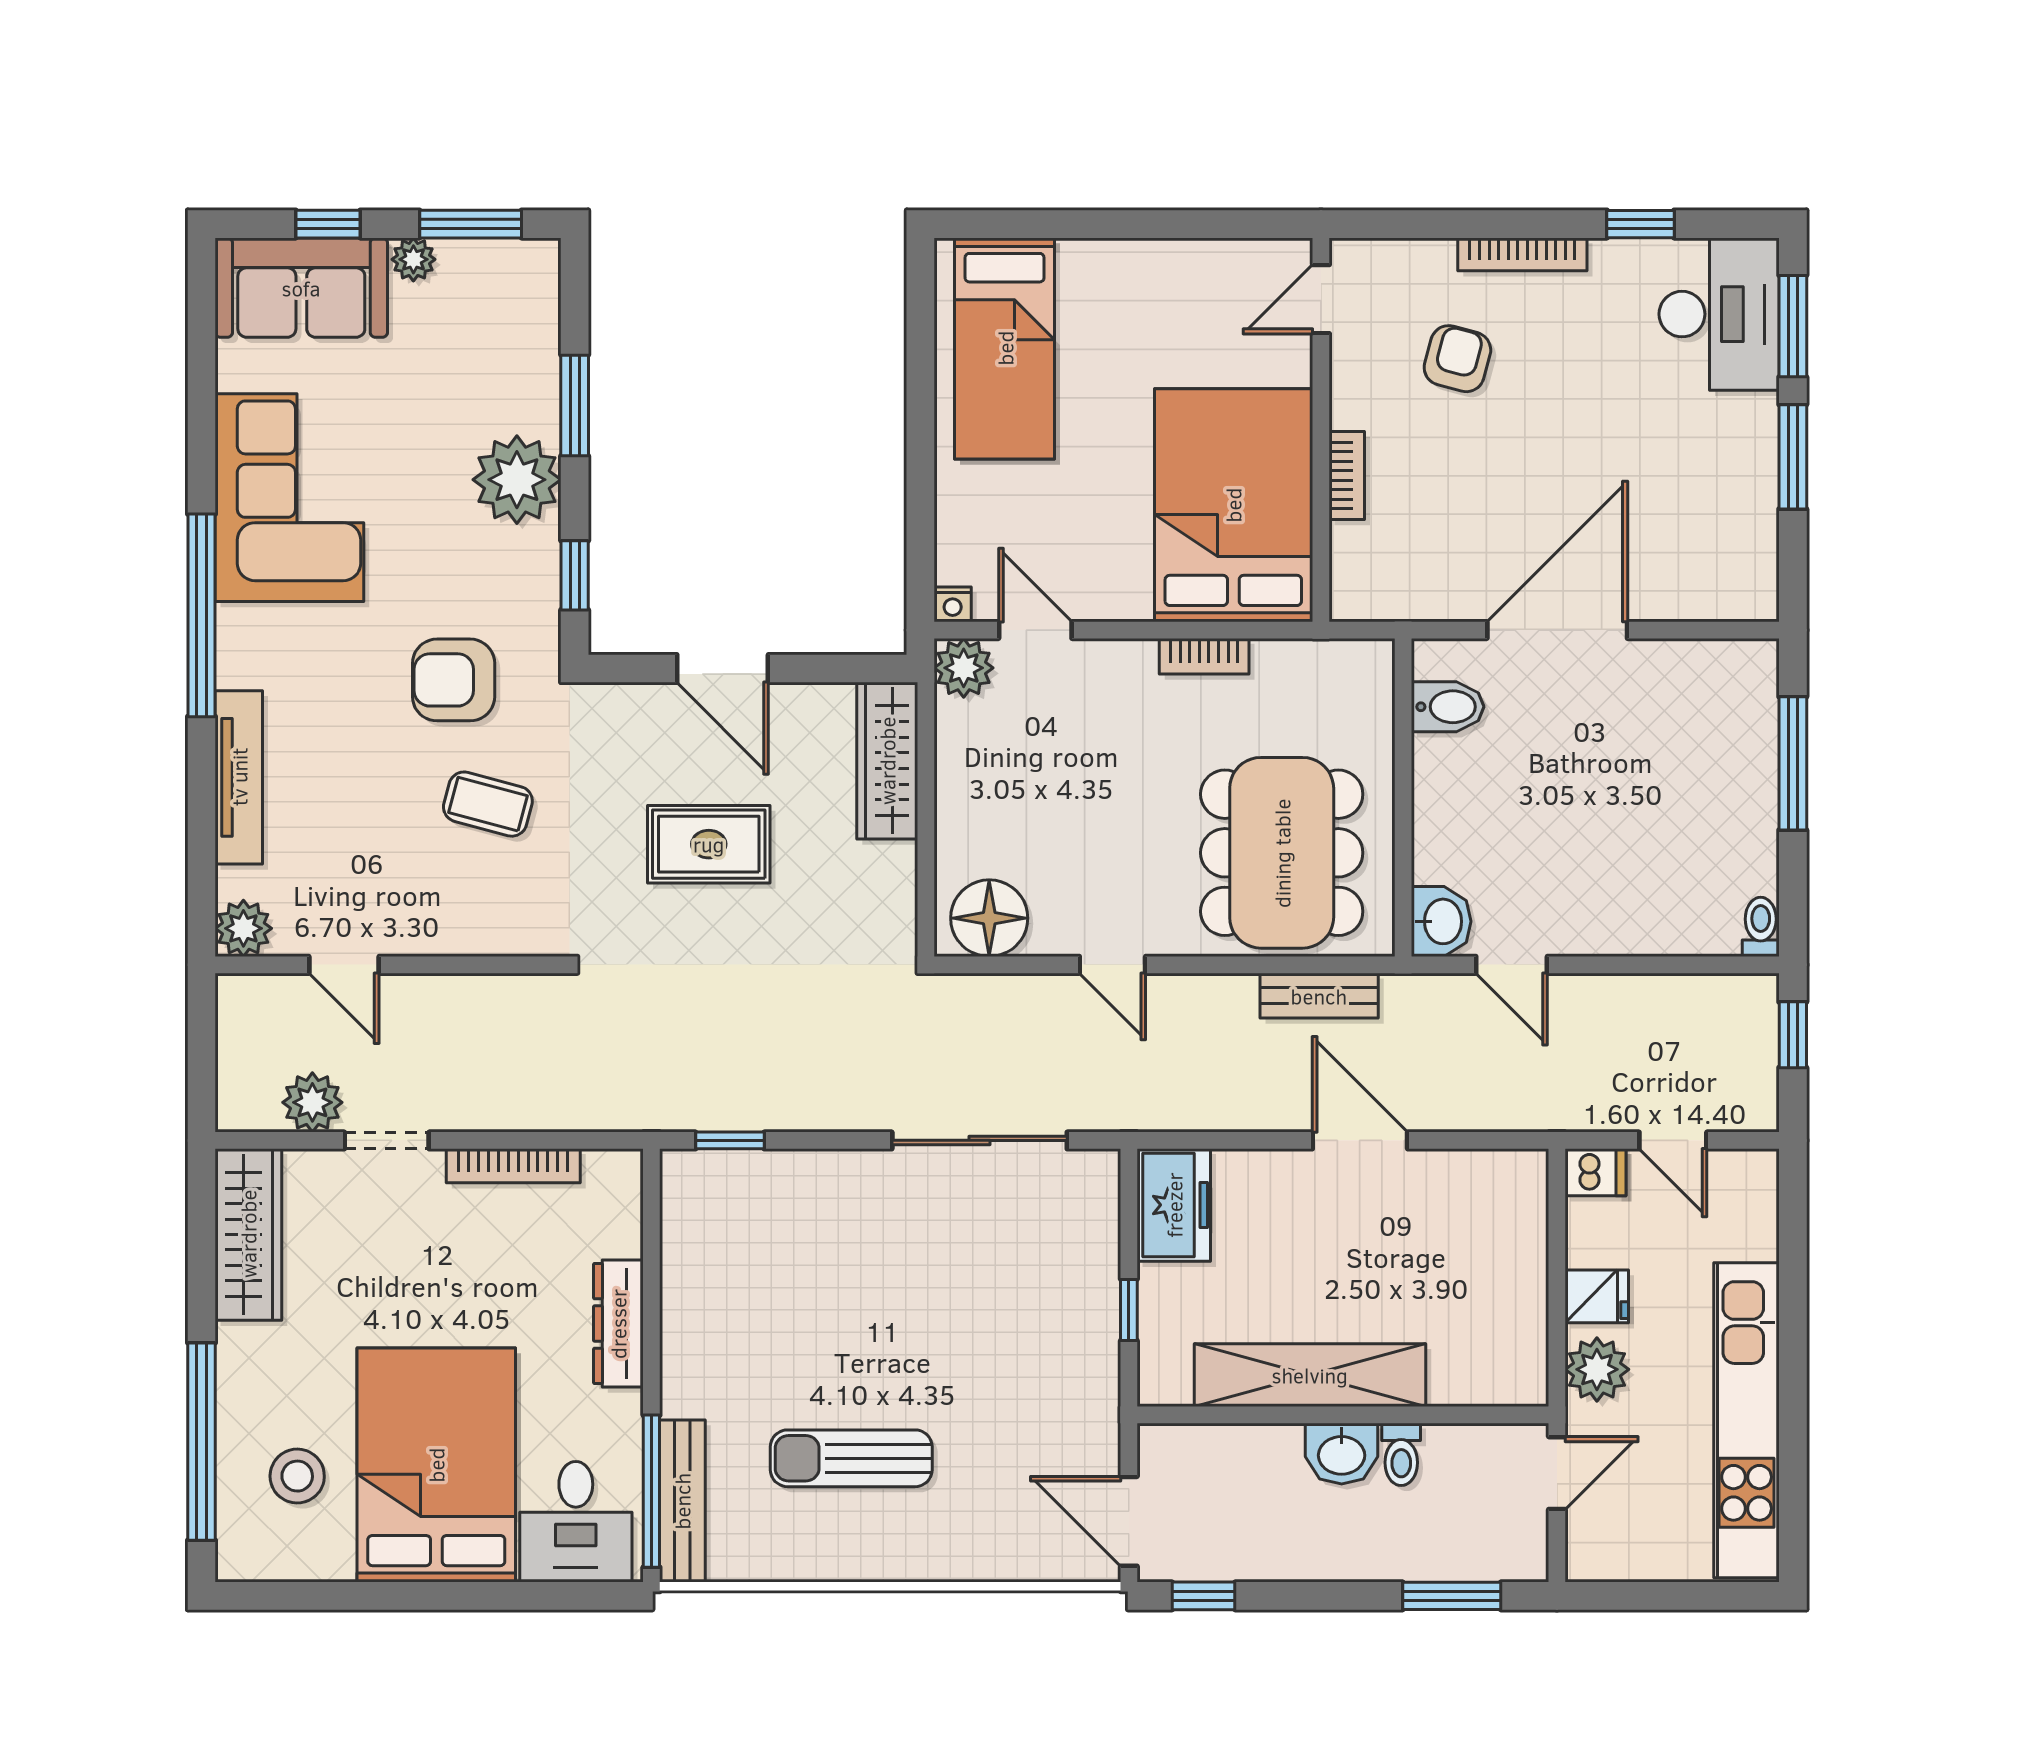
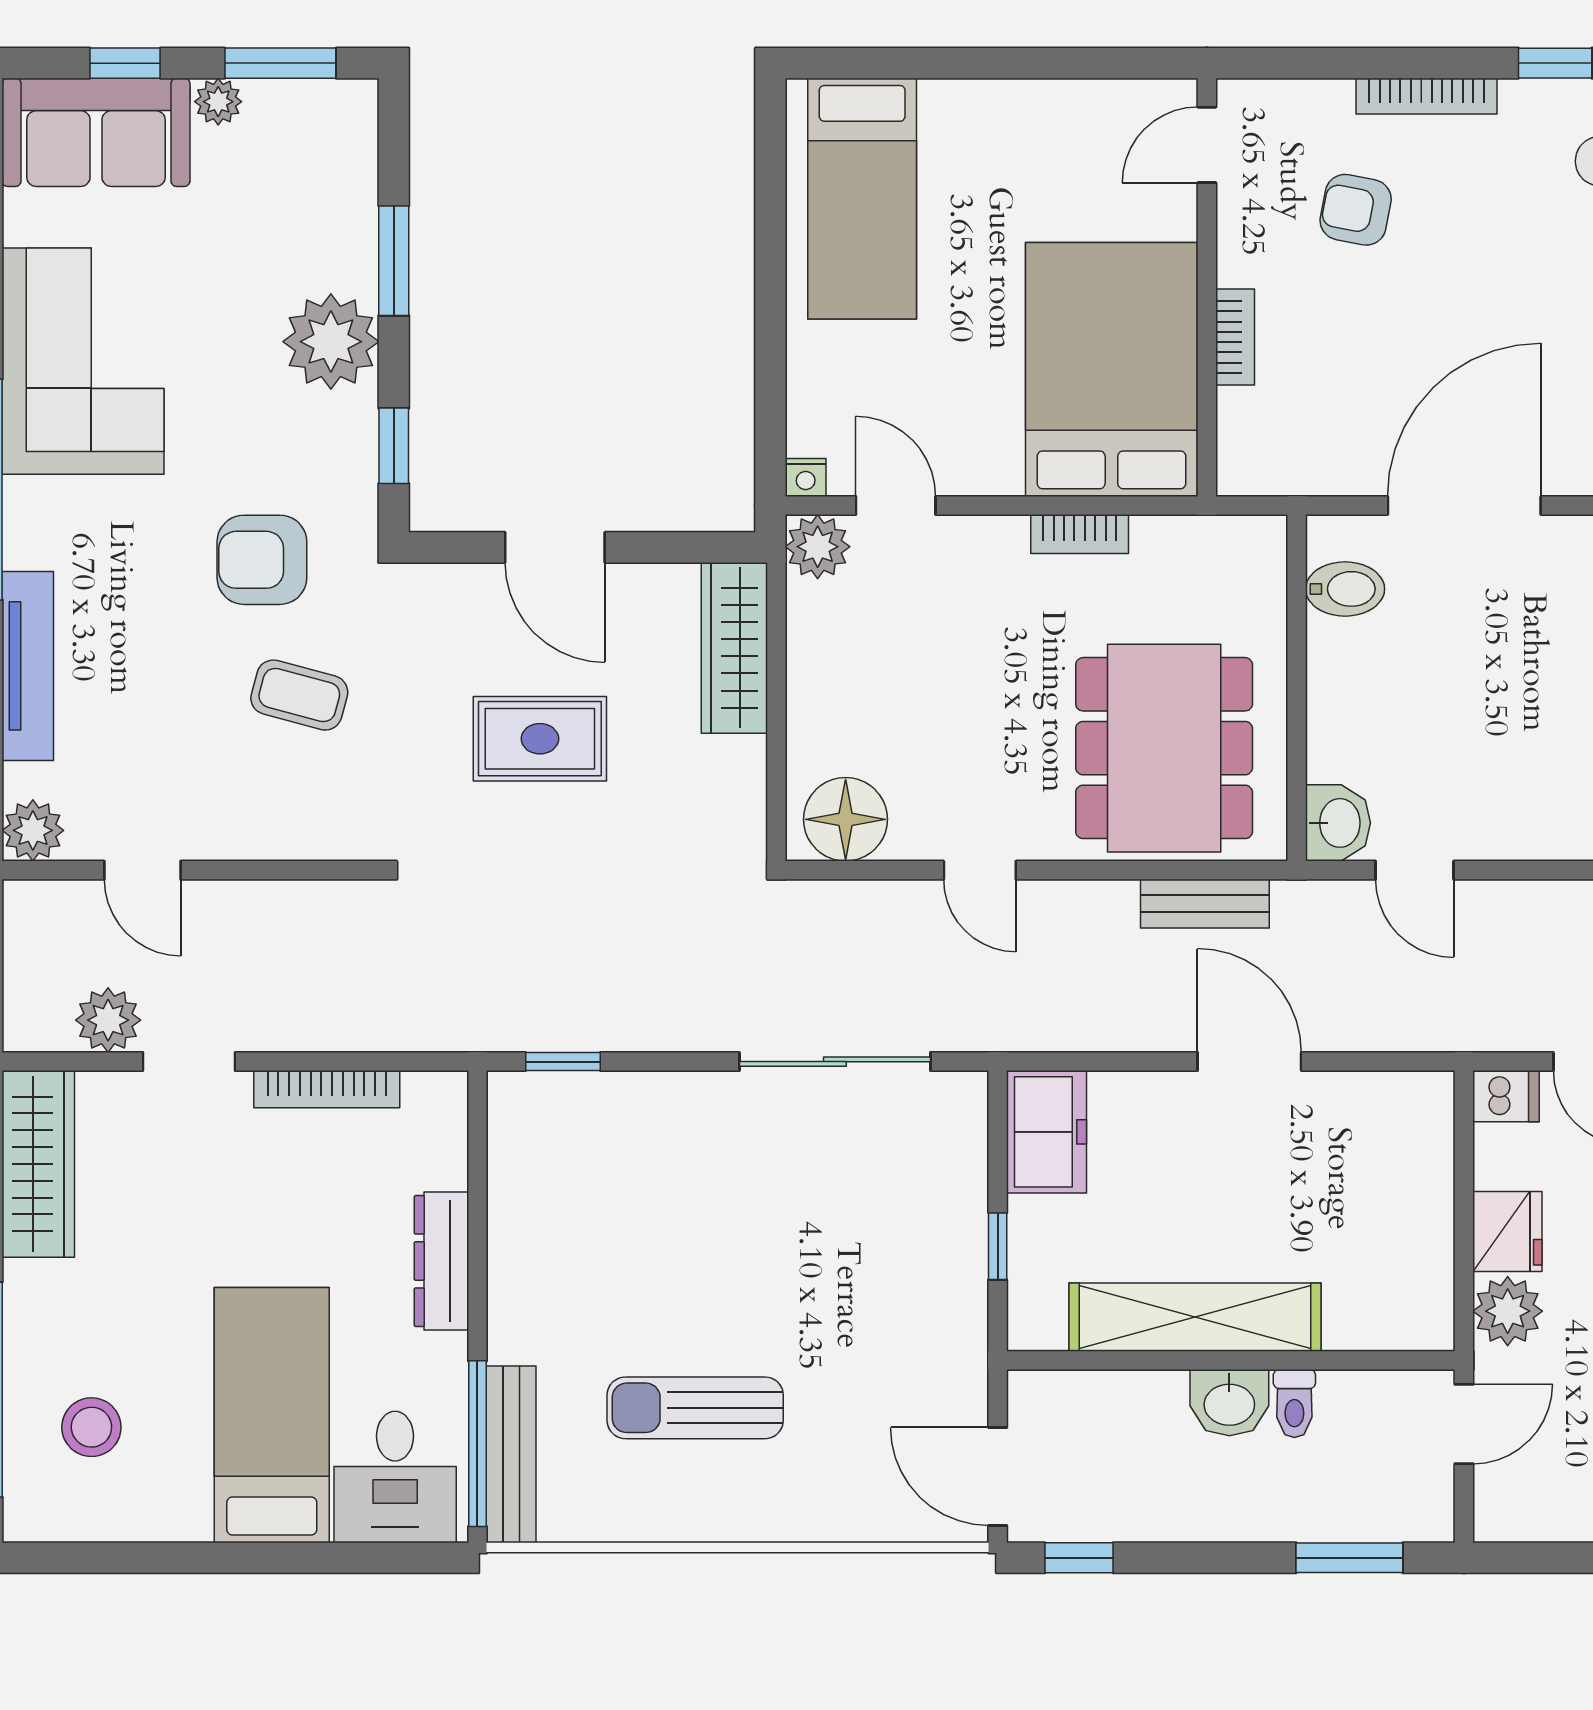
armchair: (1457, 359) -> (1356, 210), turned -94
fridge: (1597, 1296) -> (1507, 1231), width x1.38
bed: (436, 1465) -> (272, 1415), width x0.67

